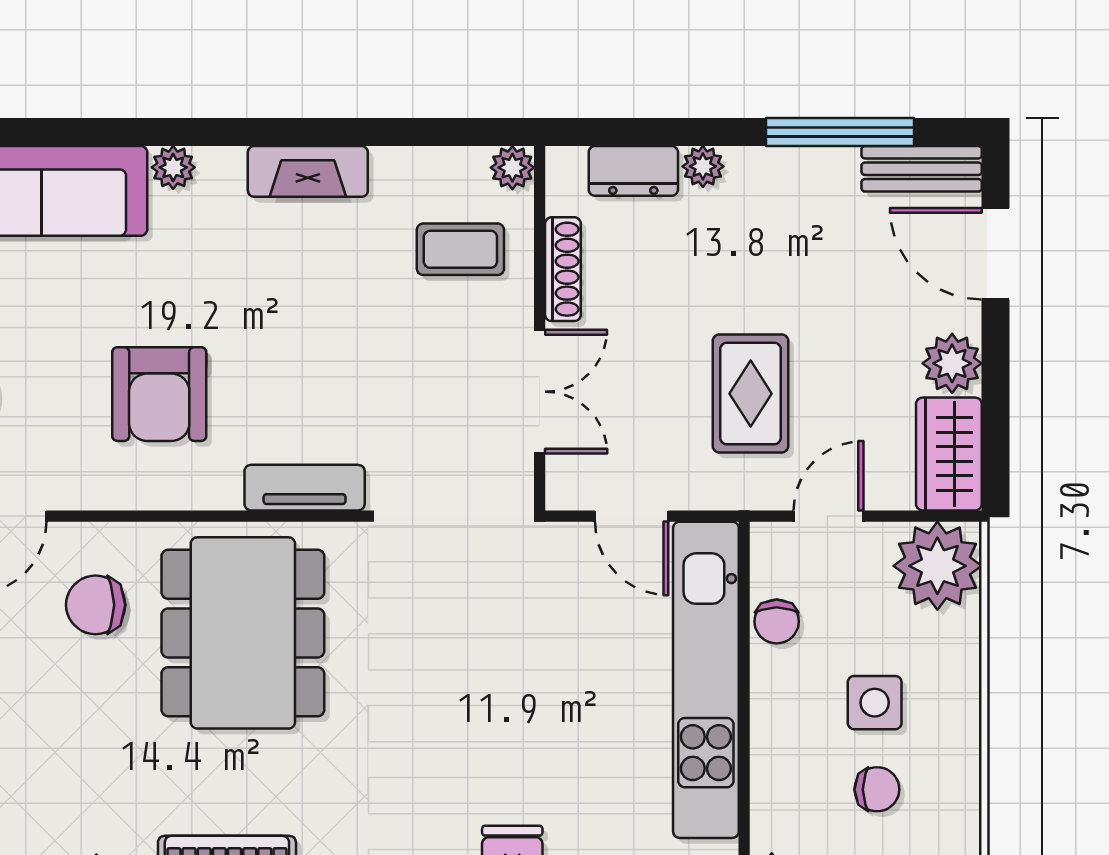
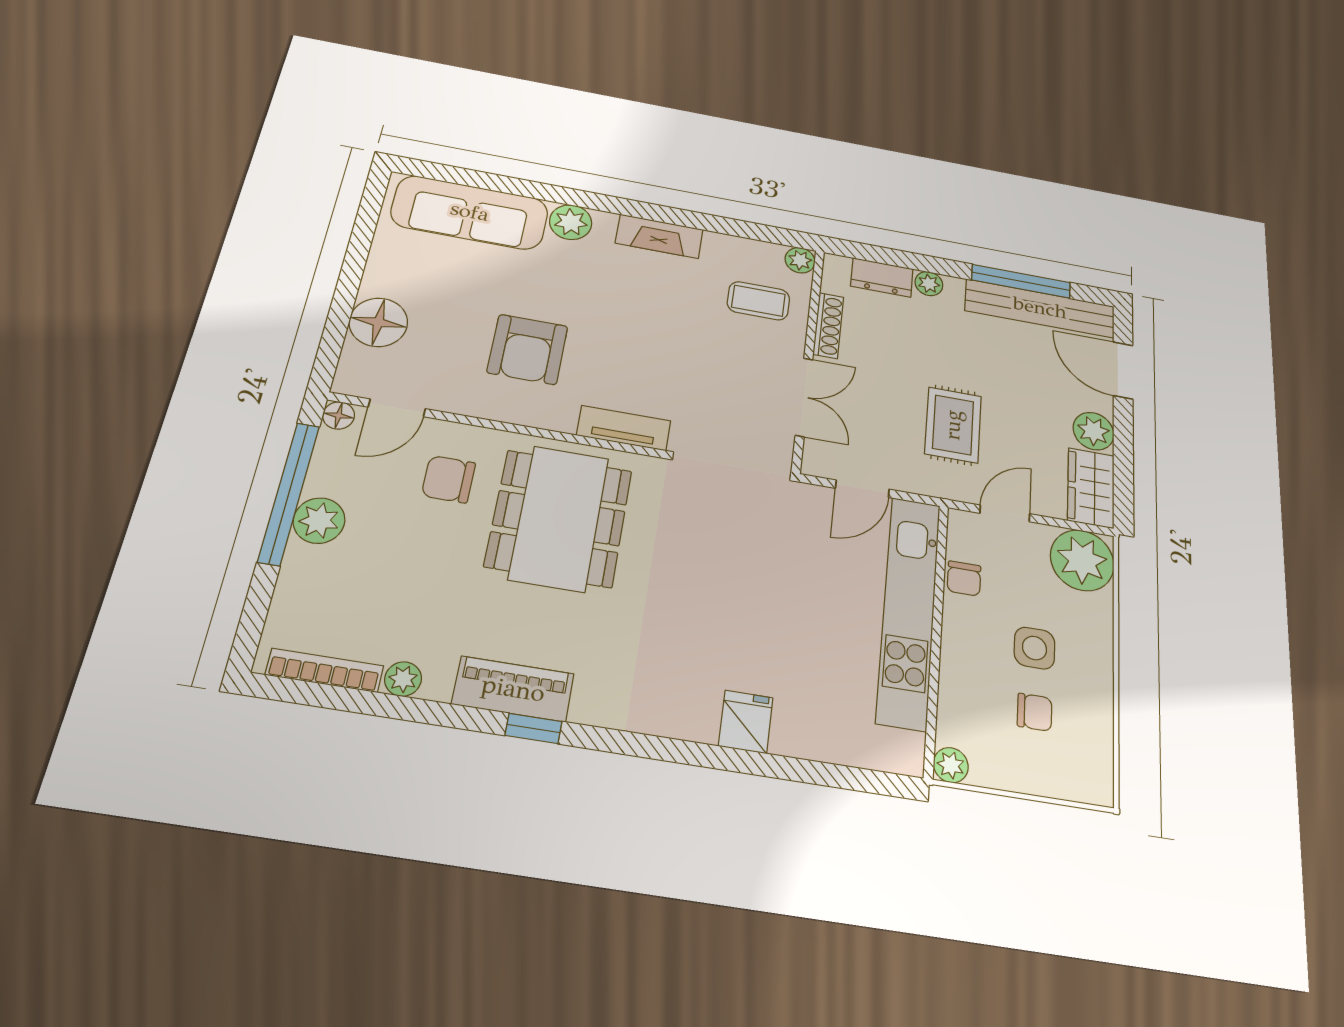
plant: (173, 167) -> (571, 222), width x1.38, depth x1.38
bench: (922, 169) -> (1040, 308), width x1.86, depth x1.21
door: (632, 516) -> (862, 489), hinge flipped

